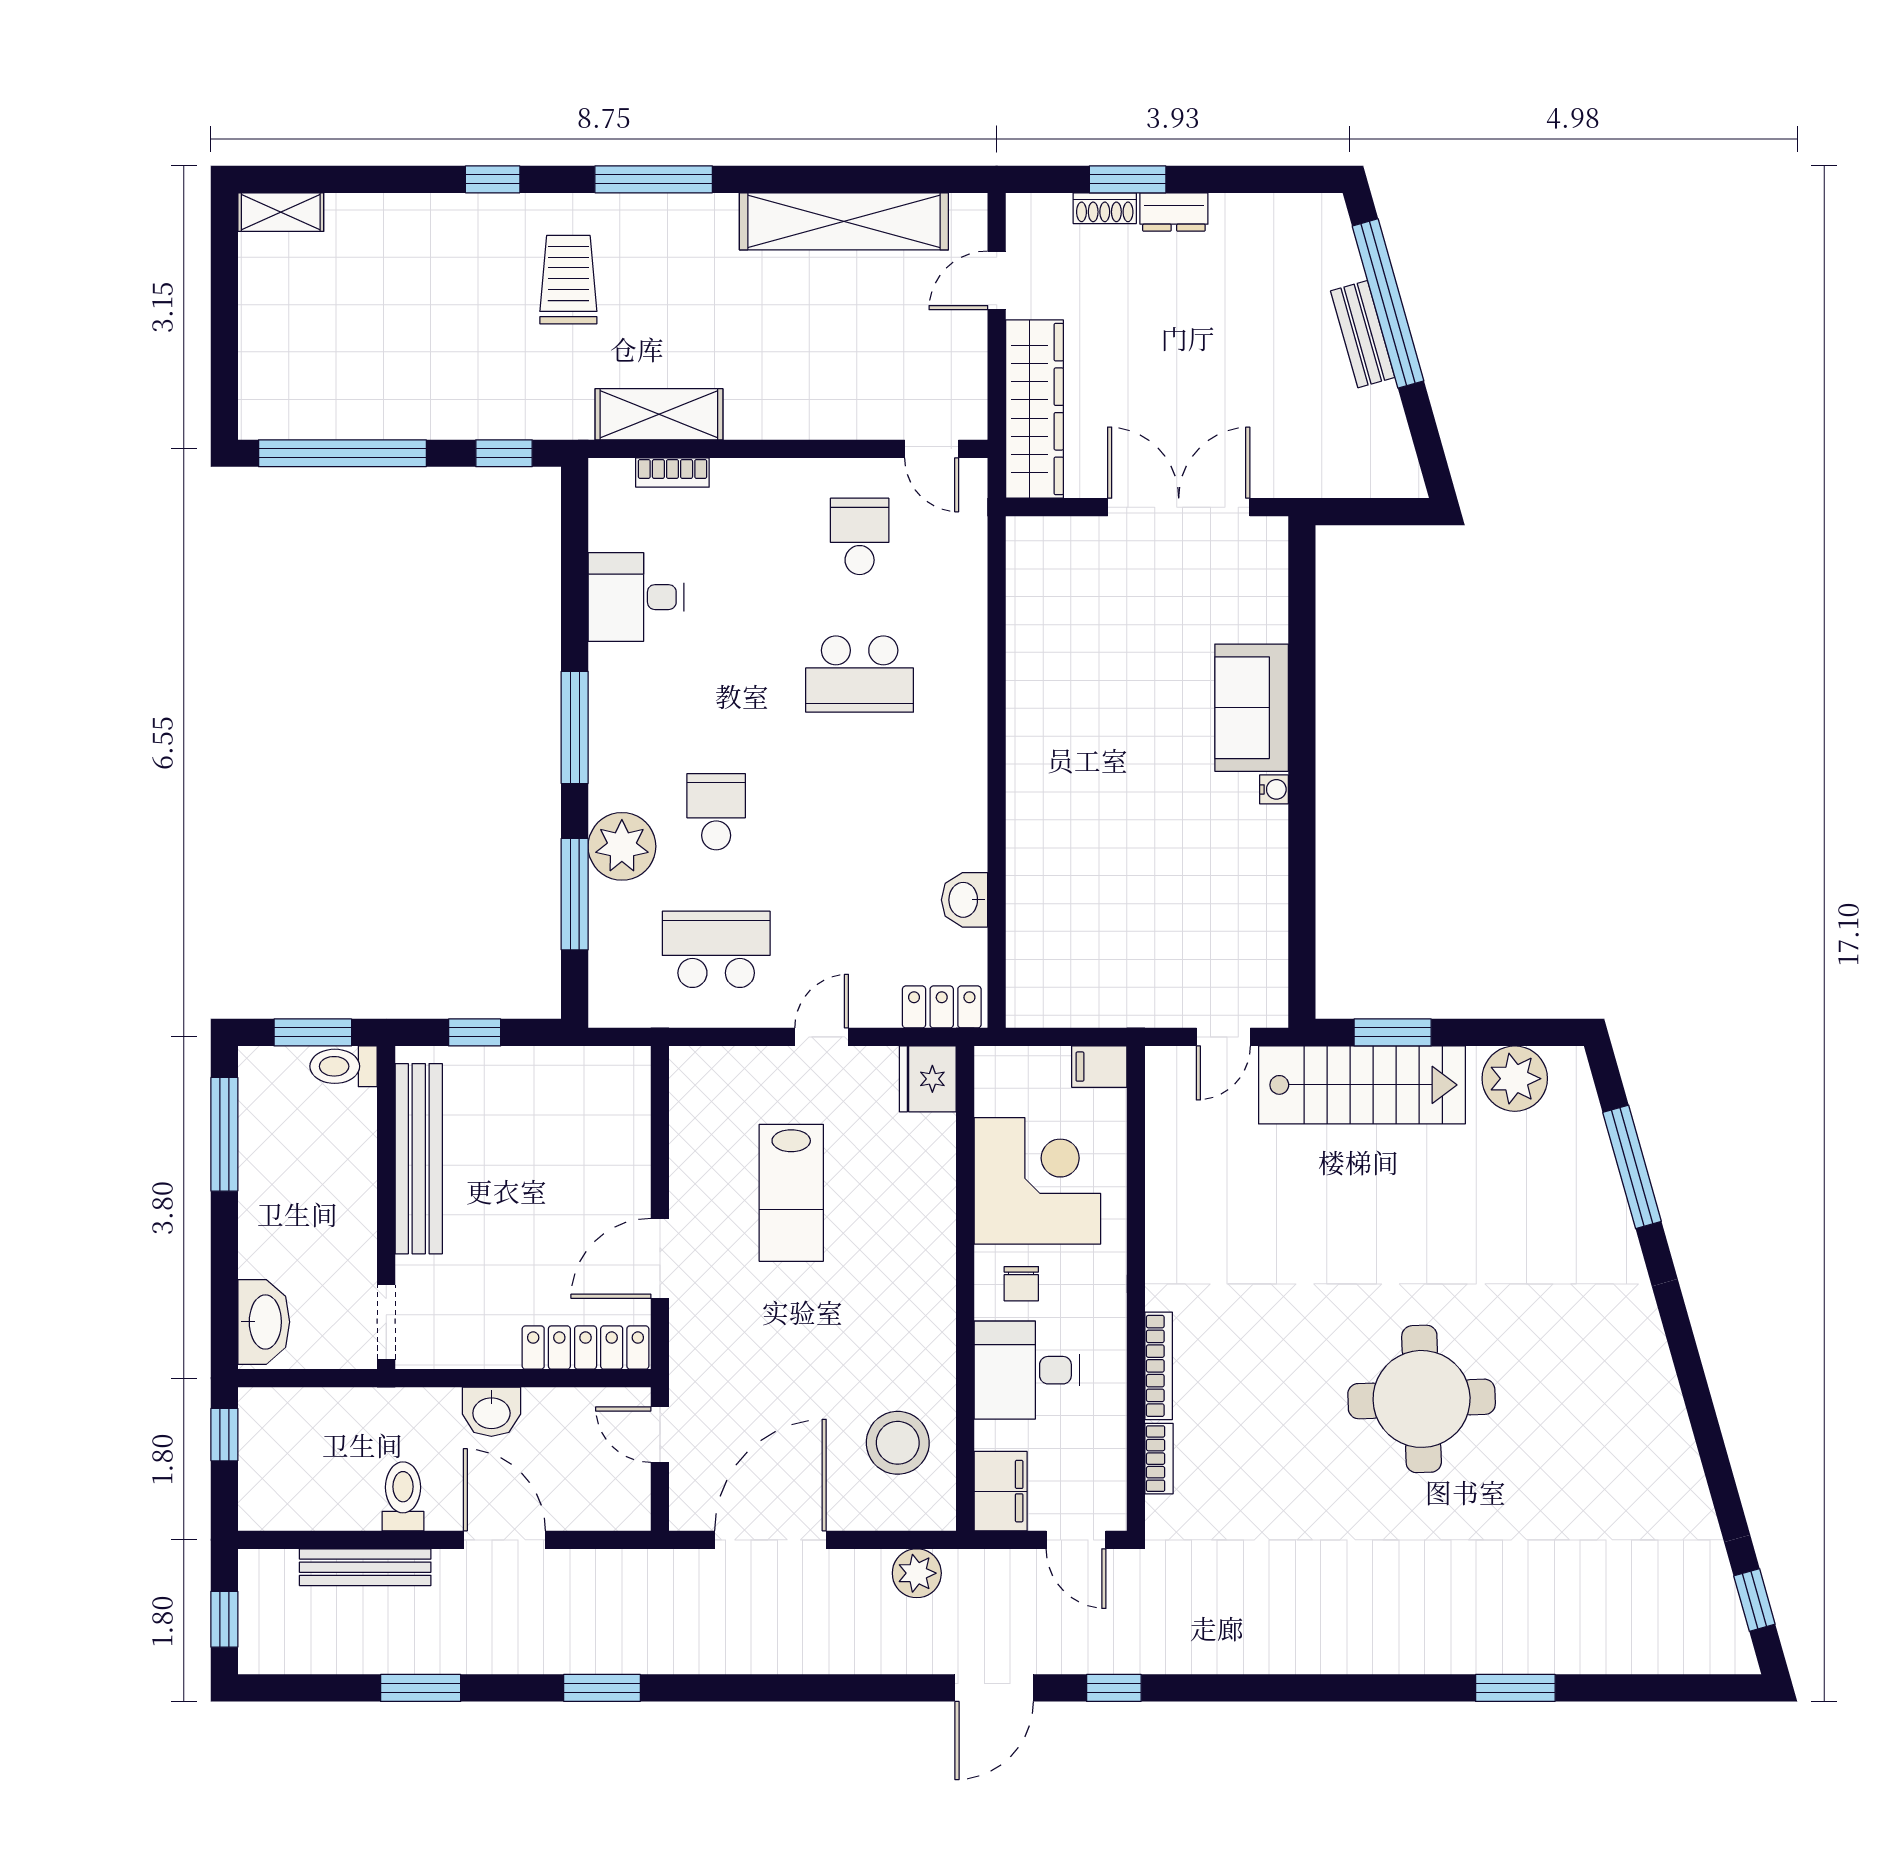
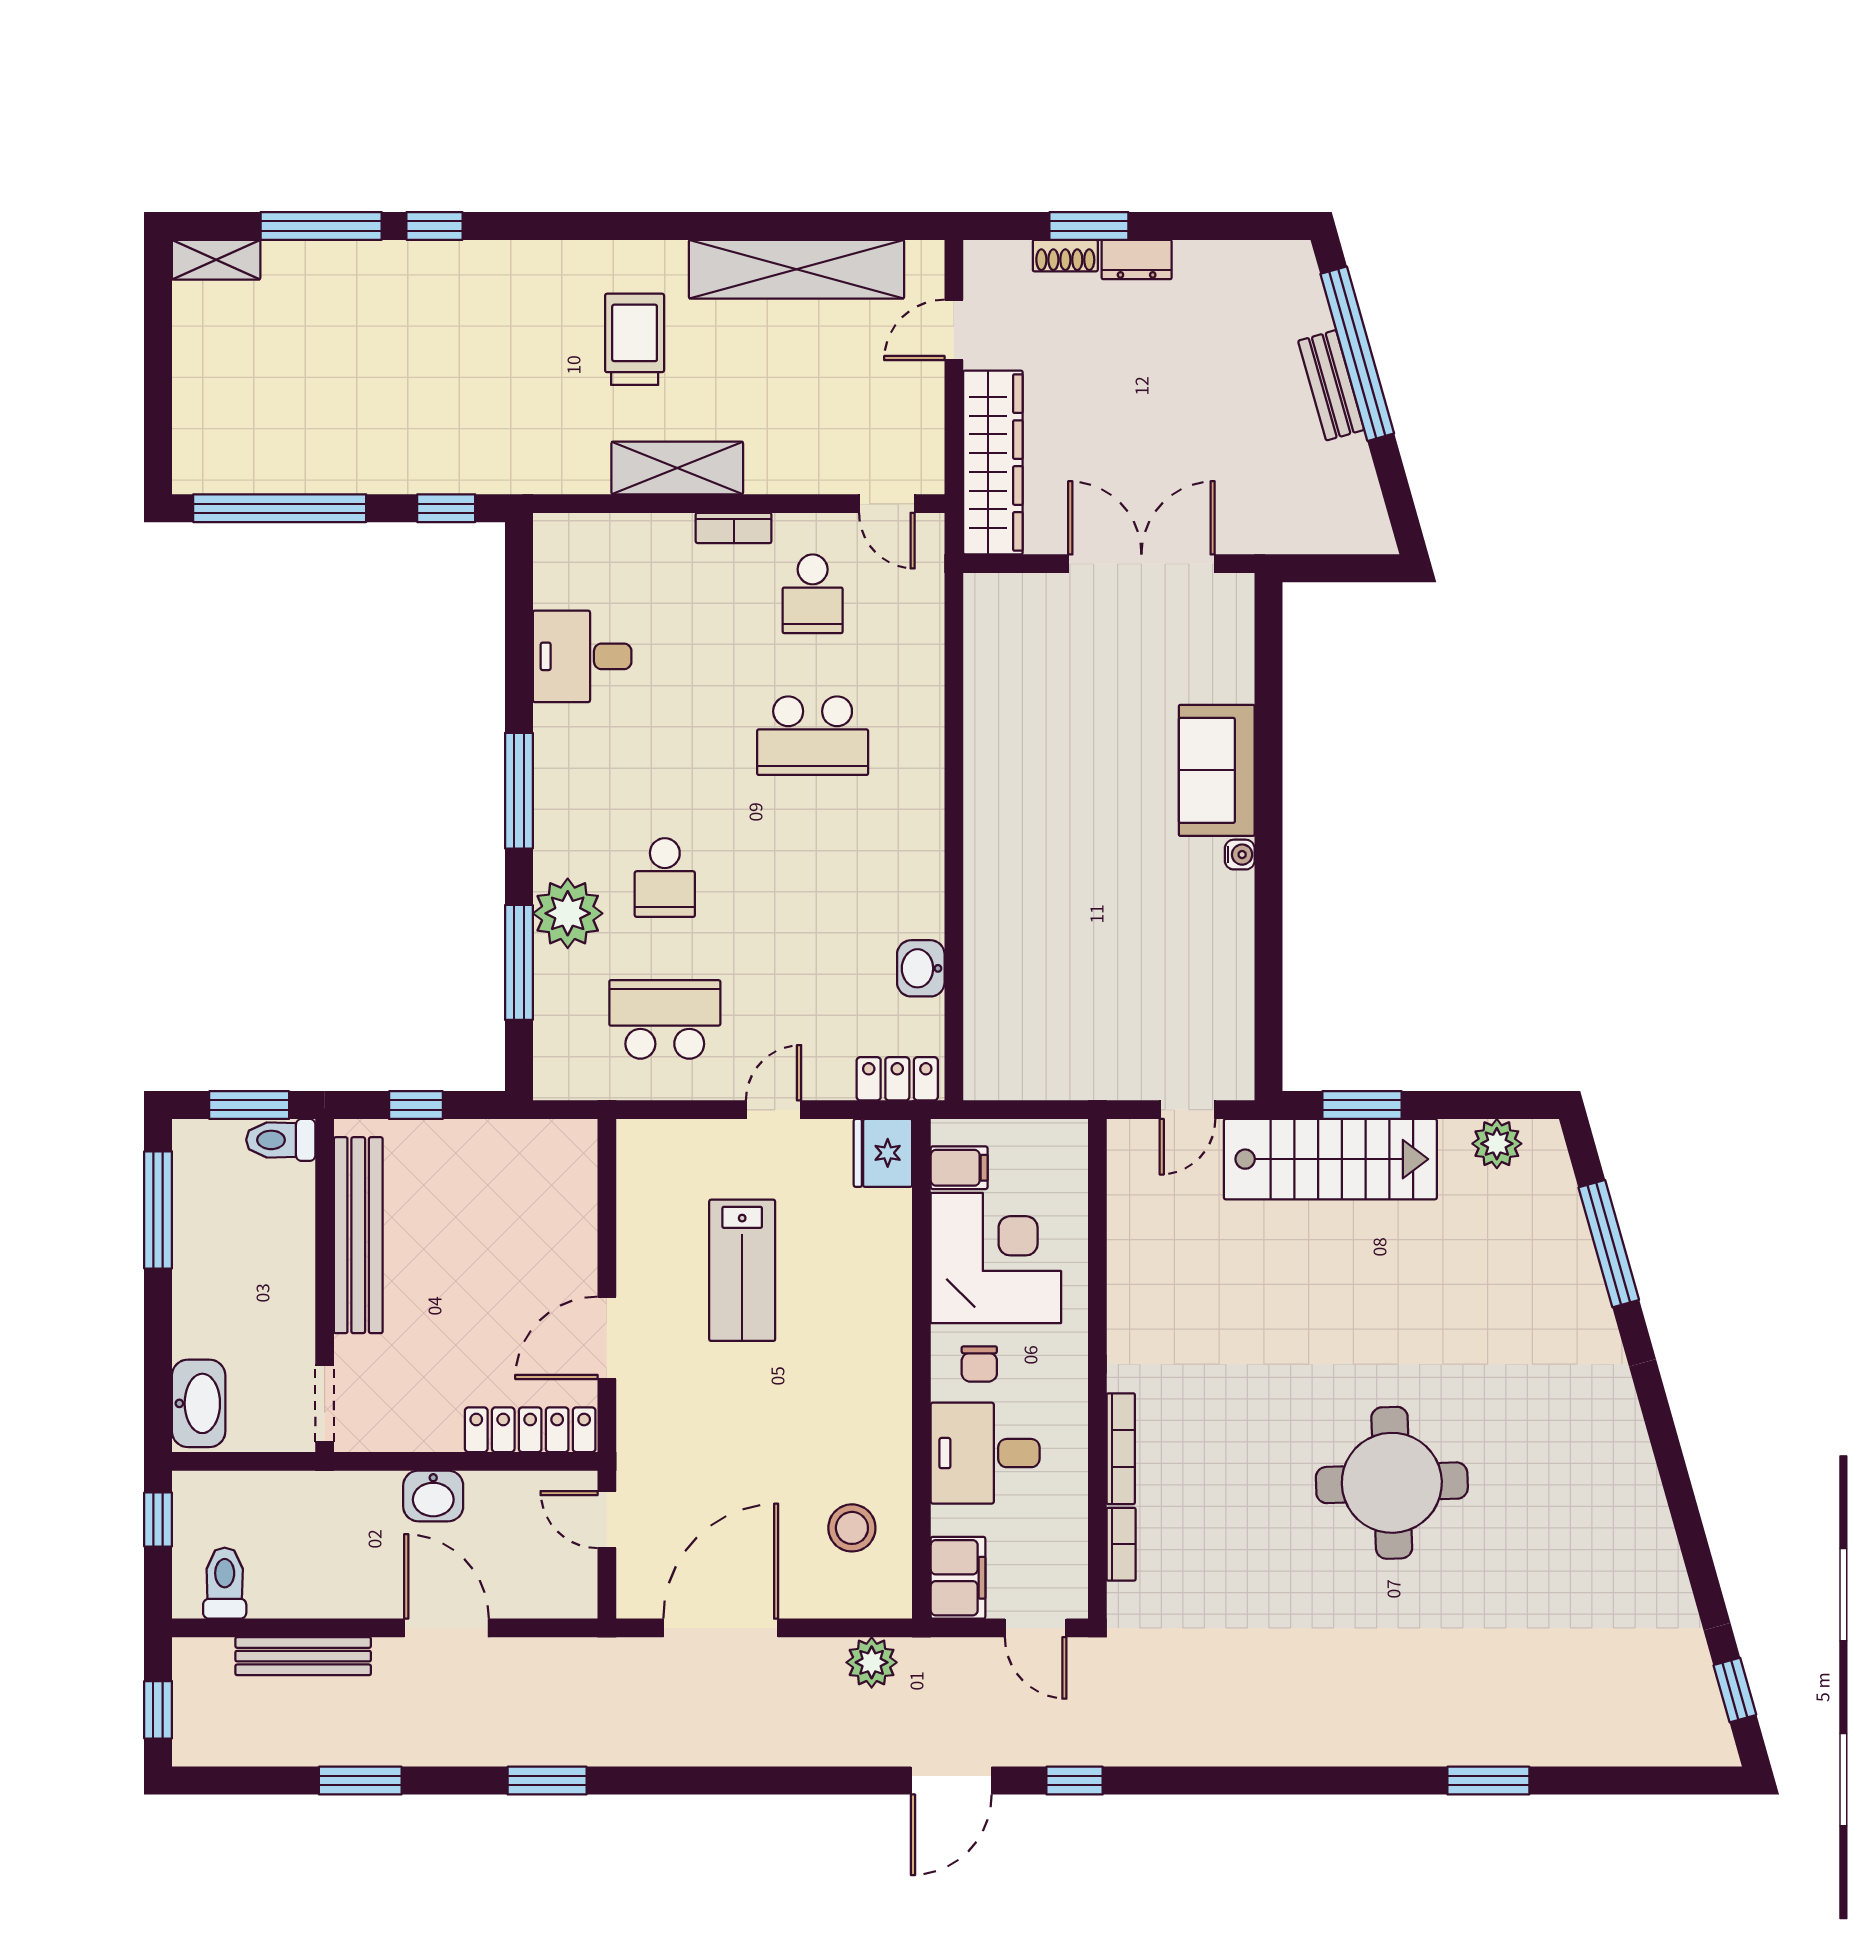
window: (654, 179) -> (321, 226), moved
trolley: (568, 280) -> (635, 339), moved
shelving: (659, 414) -> (677, 468), moved
bookcase: (672, 472) -> (734, 528), moved
school desk: (860, 536) -> (813, 594), turned 180
school desk: (716, 812) -> (665, 878), turned 180
filing cabinet: (1099, 1067) -> (959, 1168), moved, turned 180
plant: (1515, 1079) -> (1497, 1144), width x0.73, depth x0.73
stool: (898, 1443) -> (852, 1528), width x0.73, depth x0.73
toilet: (403, 1496) -> (225, 1583), moved

